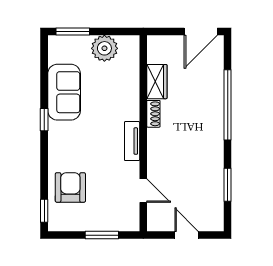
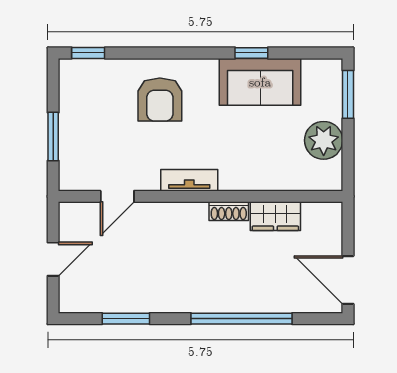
window: (44, 120) -> (251, 53), moved
armchair: (70, 187) -> (160, 100), moved, turned 90

